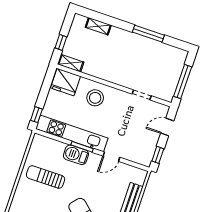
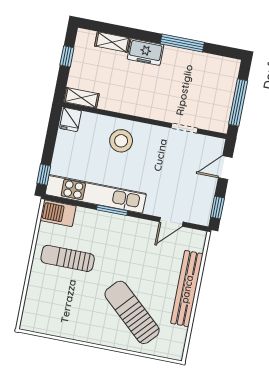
freezer: (121, 37) -> (145, 52), added
window: (61, 42) -> (67, 56), moved
fridge: (66, 82) -> (70, 119), width x0.53, depth x0.75
barbecue: (76, 155) -> (58, 213), moved
door: (111, 157) -> (171, 222), moved

